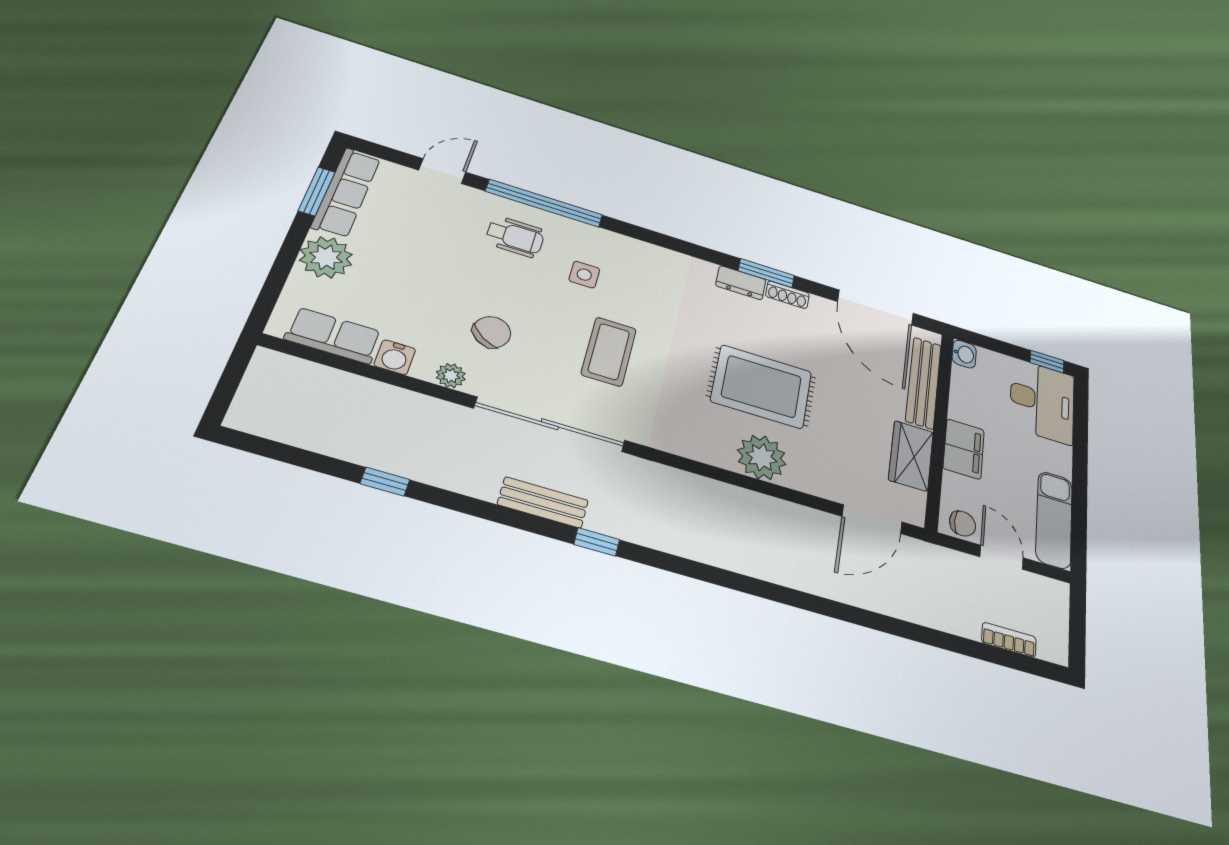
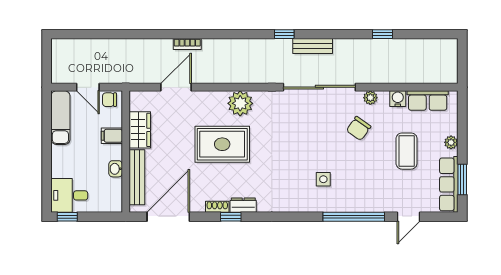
wheelchair: (515, 237) -> (363, 190), removed
plant: (326, 257) -> (451, 142), width x0.53, depth x0.53
window: (766, 273) -> (231, 217), width x0.67
door: (875, 307) -> (168, 217), hinge flipped
coffee table: (609, 352) -> (407, 151), moved
washbasin: (964, 354) -> (116, 169), moved
desk: (1042, 401) -> (69, 195), width x0.73
filing cabinet: (964, 449) -> (112, 136), width x0.50
plant: (762, 457) -> (240, 103), moved
door: (872, 519) -> (176, 87), moved
bookcase: (1009, 640) -> (187, 44), moved

